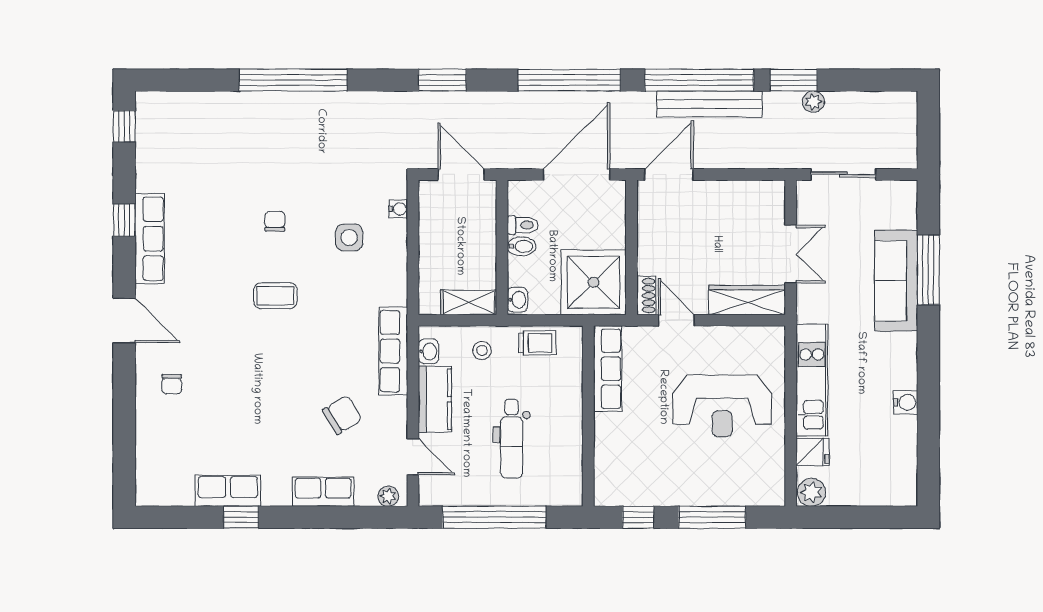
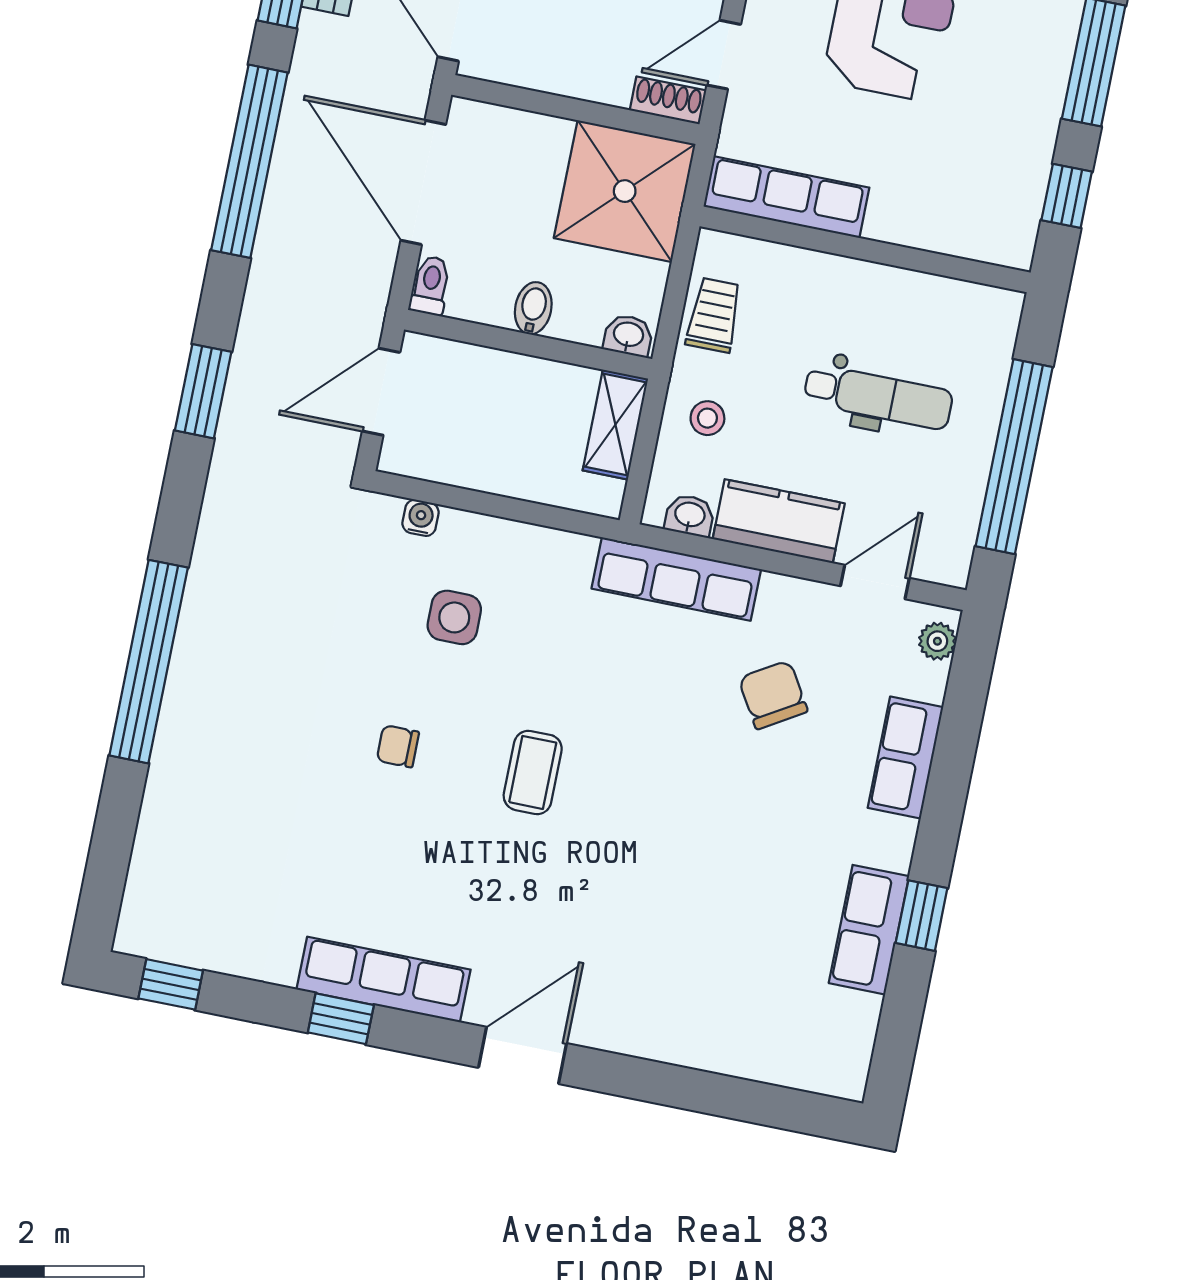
toilet: (523, 225) -> (430, 285), moved
chair: (172, 384) -> (655, 993), removed

